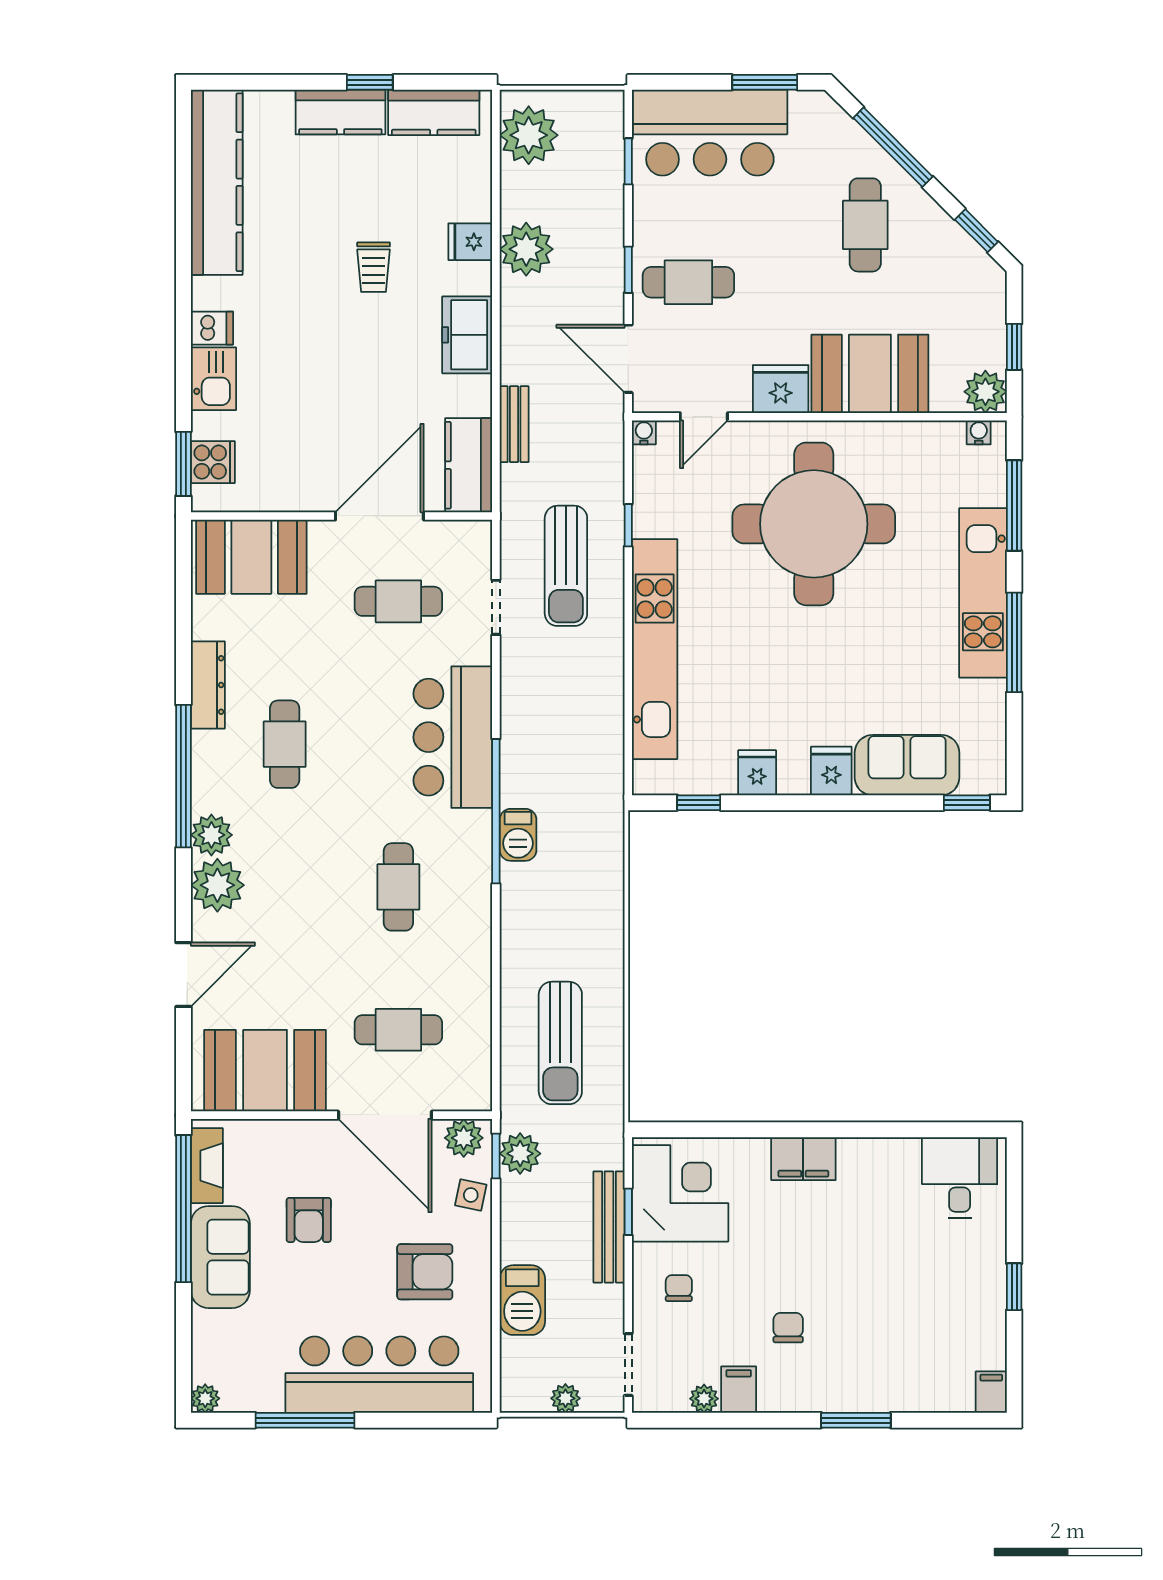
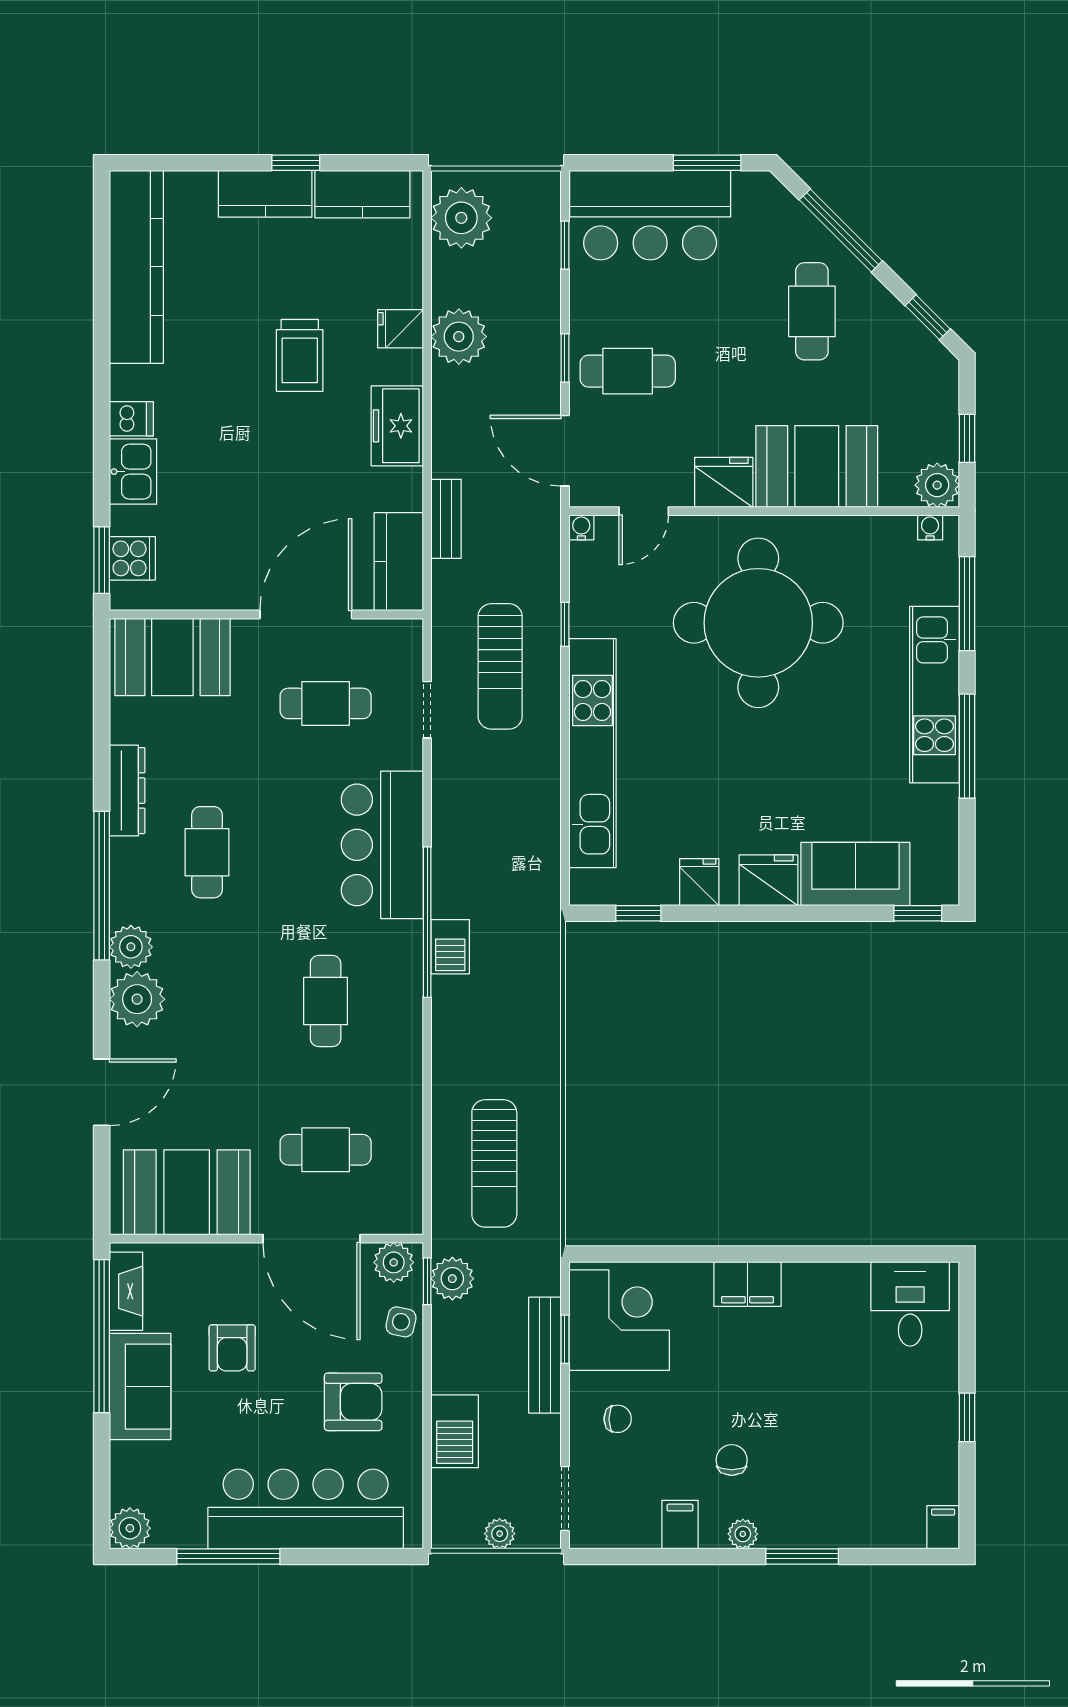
trolley: (374, 267) -> (300, 355), width x1.36, depth x1.39
fridge: (831, 771) -> (768, 880), width x1.38
chair: (679, 1288) -> (618, 1419), turned 90
plant: (205, 1398) -> (130, 1528), width x1.38, depth x1.38
plant: (704, 1399) -> (743, 1534), moved

